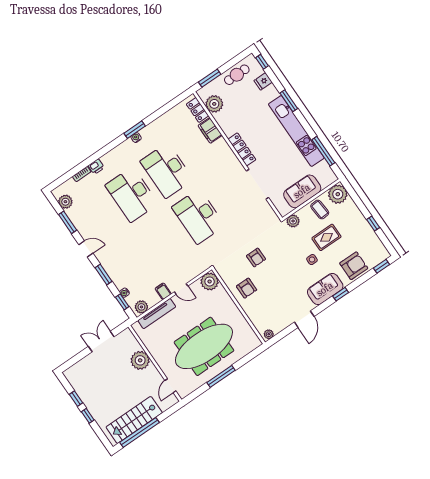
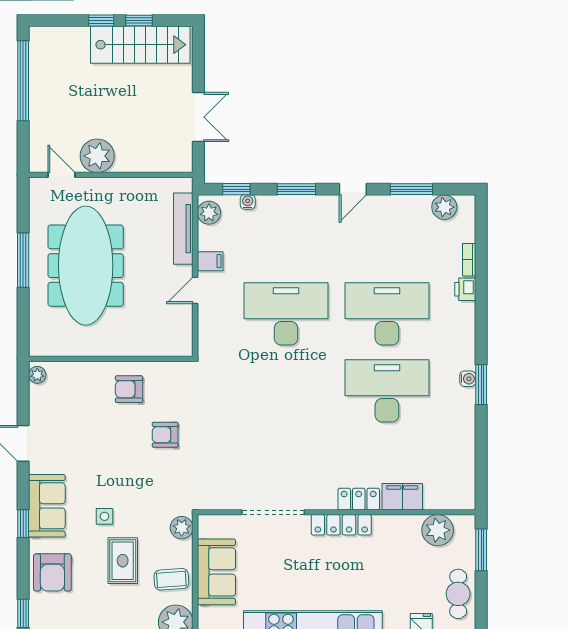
locker: (198, 110) -> (359, 499), moved
desk: (198, 216) -> (286, 314), moved
plant: (210, 282) -> (177, 341), removed
plant: (140, 360) -> (97, 156), moved
stairs: (134, 420) -> (140, 45), moved, turned 90

